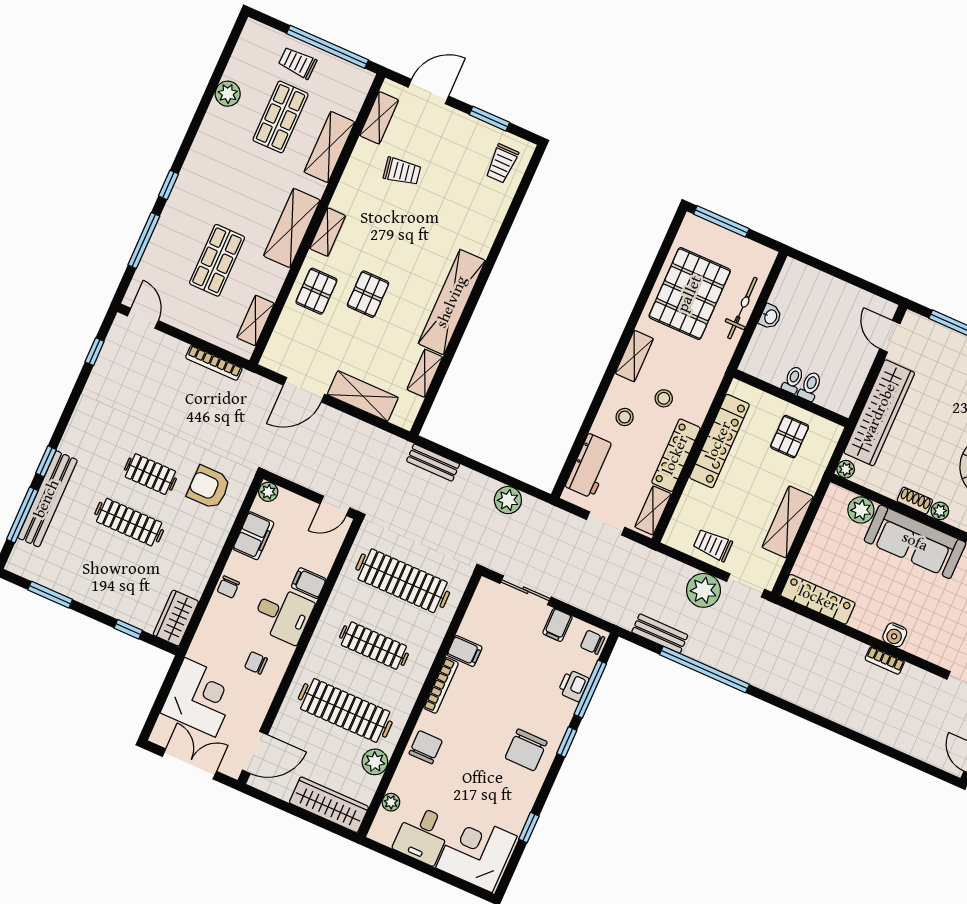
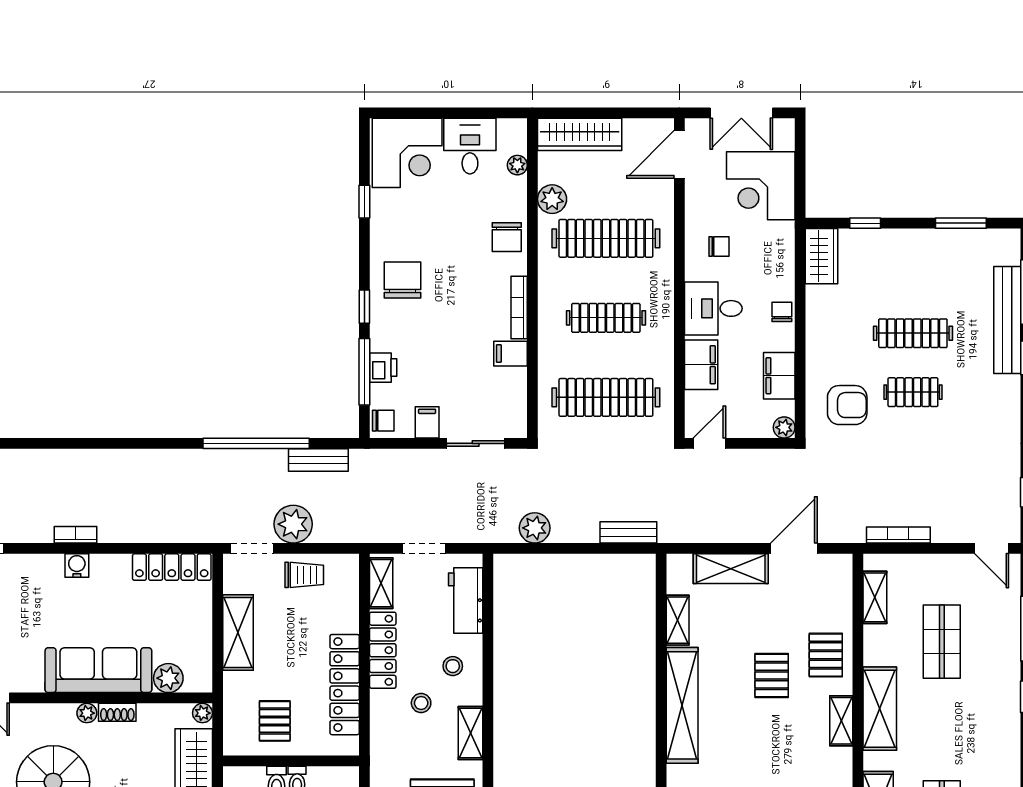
filing cabinet: (309, 583) -> (701, 365), width x2.00

